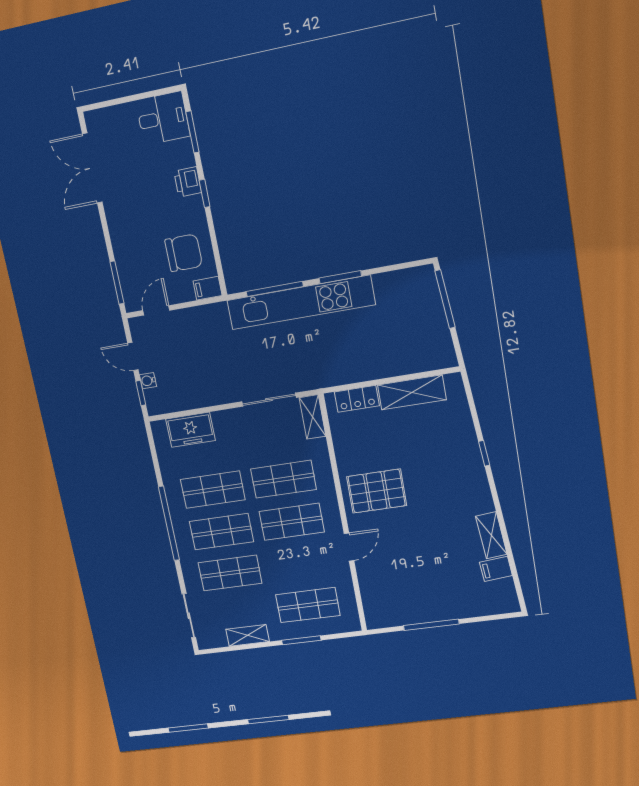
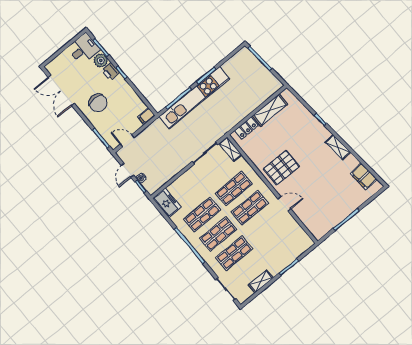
plant: (181, 154) -> (101, 60), added
chair: (184, 253) -> (98, 103), moved, turned 90
door: (156, 310) -> (127, 141), hinge flipped
door: (133, 356) -> (127, 170), hinge flipped
freezer: (190, 430) -> (167, 203), moved, turned -90
shelving: (491, 535) -> (338, 147), moved
door: (349, 547) -> (284, 204), hinge flipped
filing cabinet: (496, 569) -> (364, 176), width x2.00
shop shelf: (308, 605) -> (282, 246), removed

